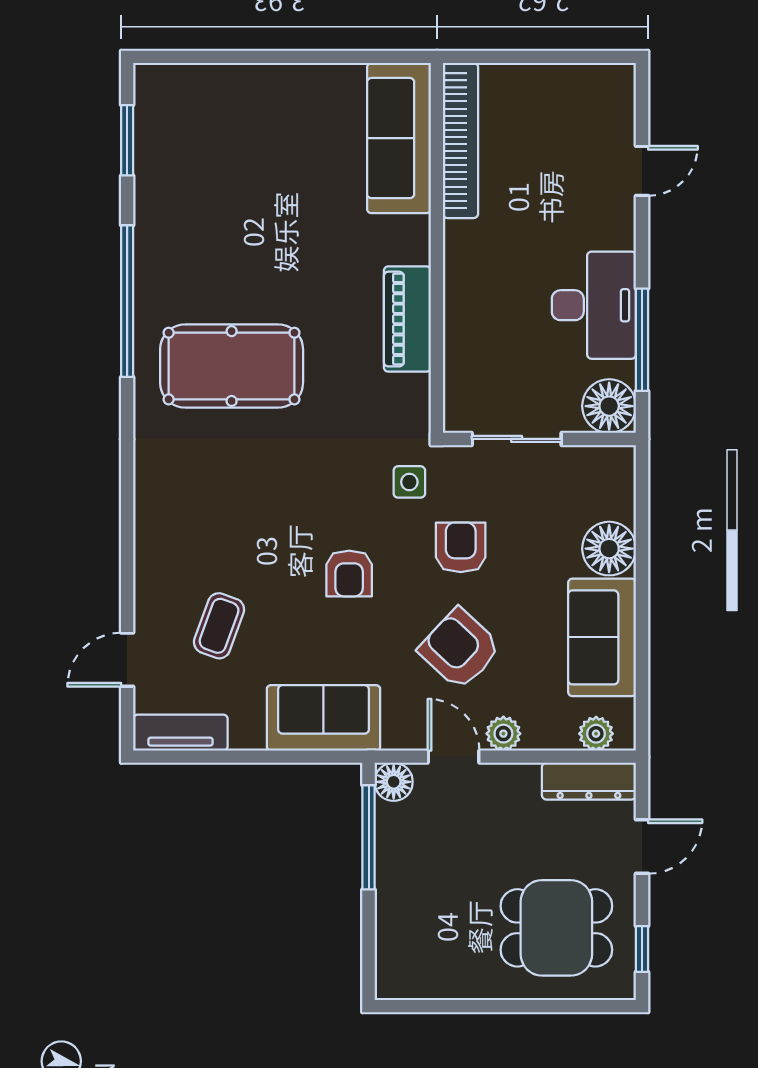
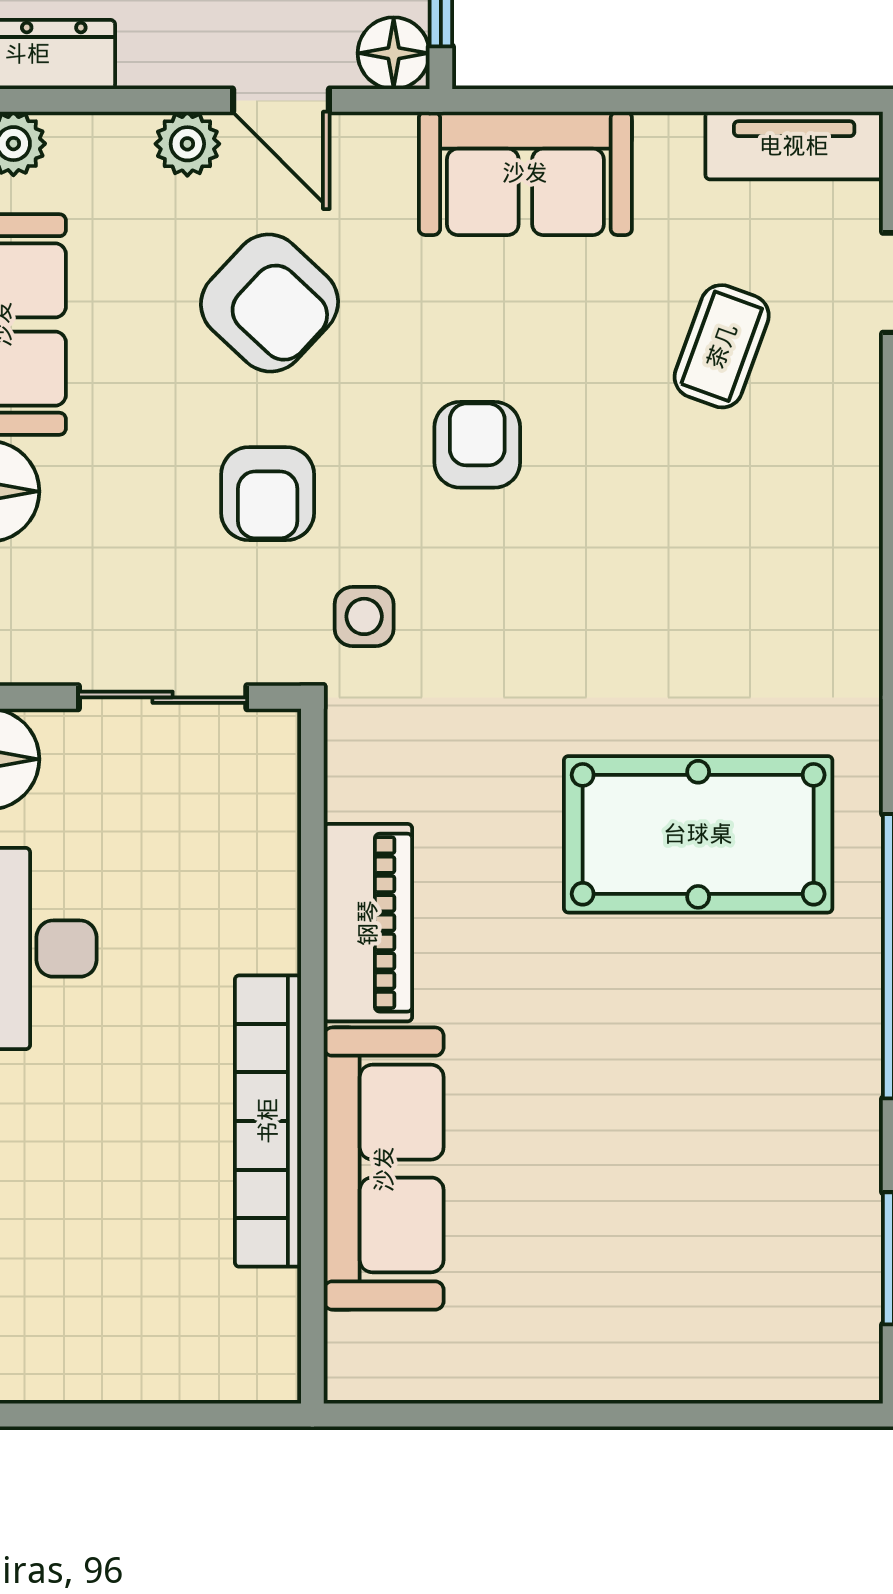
sofa: (399, 138) -> (384, 1169), moved
bookcase: (461, 140) -> (268, 1121), moved

